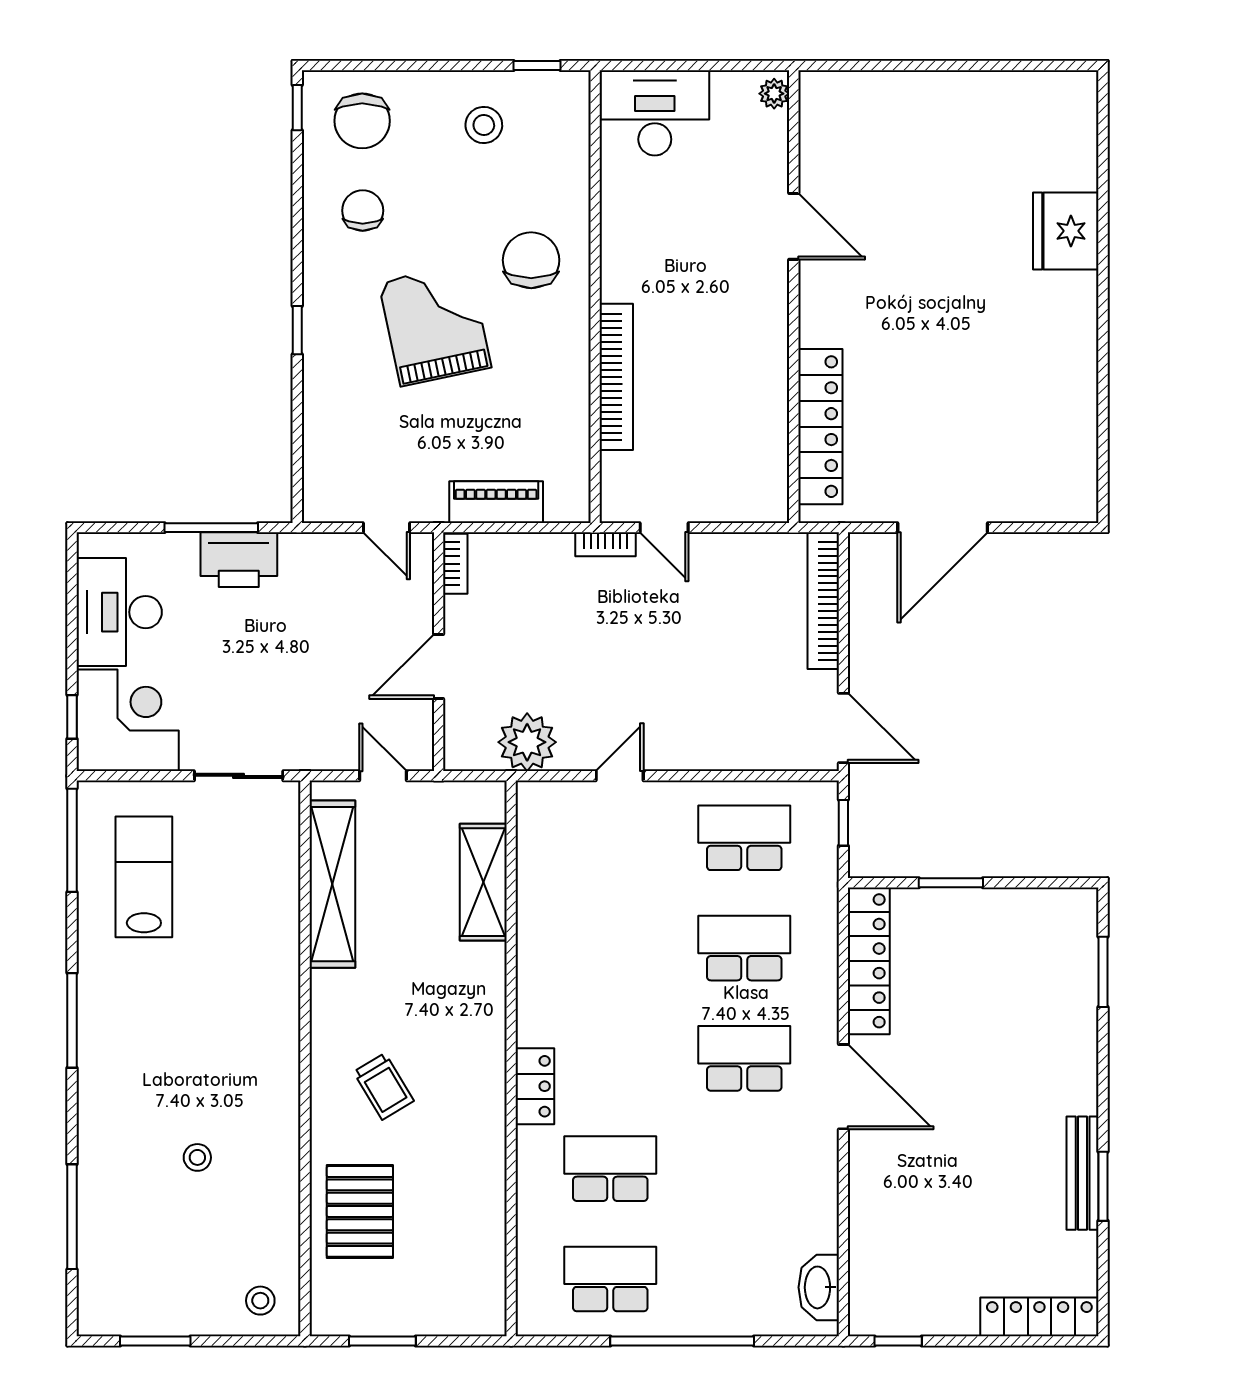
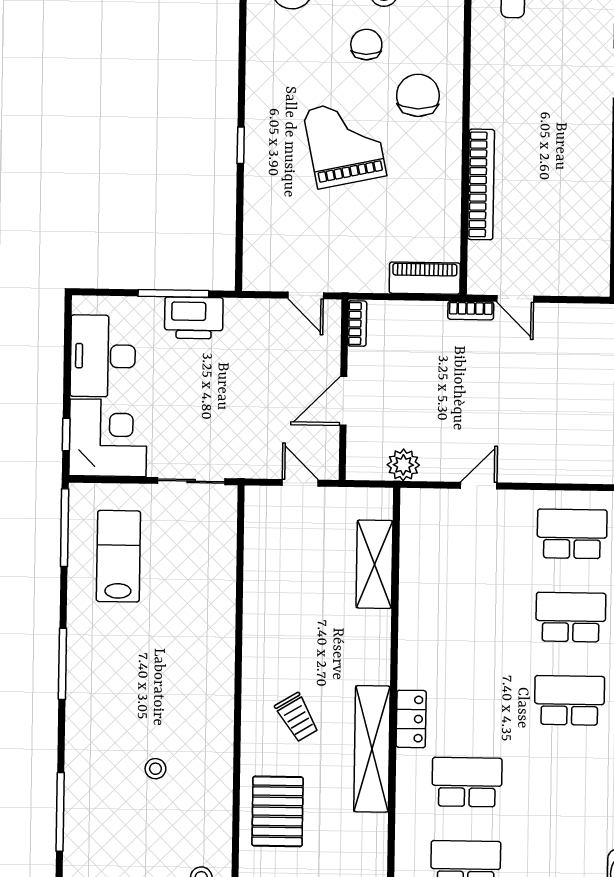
chair: (363, 211) -> (366, 45), moved
piano: (496, 502) -> (425, 278), moved
plant: (527, 742) -> (403, 465), width x0.73, depth x0.73
shelving: (332, 884) -> (372, 749), moved

